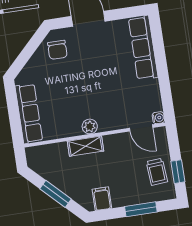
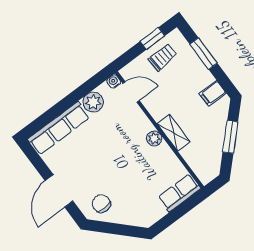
chair: (57, 50) -> (101, 204), turned -90
plant: (150, 90) -> (93, 102), added
row of seats: (29, 114) -> (179, 193), width x0.68
door: (141, 128) -> (131, 92), hinge flipped

